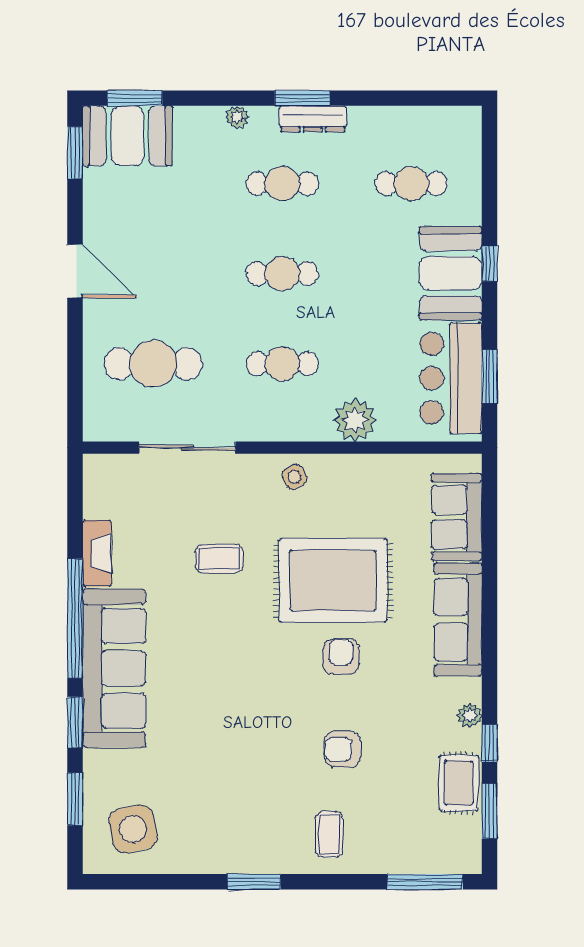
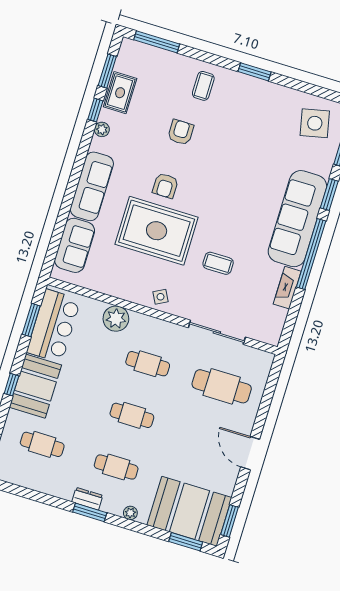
dresser: (313, 119) -> (87, 499), width x0.70
booth: (128, 136) -> (189, 511), width x1.36, depth x1.42
armchair: (343, 749) -> (181, 132), turned -90

